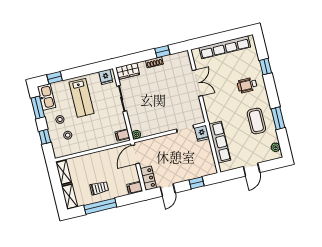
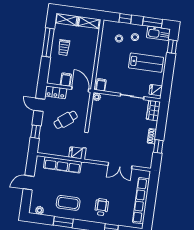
lab bench: (82, 98) -> (146, 63), turned 180
cafe table: (172, 157) -> (66, 120), added
door: (252, 170) -> (29, 183), hinge flipped
filing cabinet: (135, 188) -> (66, 80), moved

